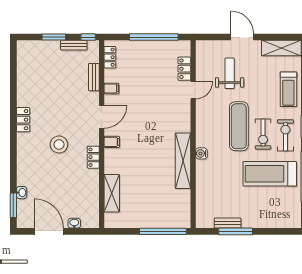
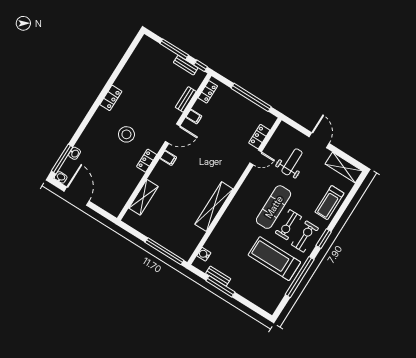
window: (54, 37) -> (174, 49), width x1.44
water cooler: (201, 153) -> (204, 254), moved
window: (13, 205) -> (62, 159), width x1.44
washbasin: (74, 223) -> (61, 177), moved

